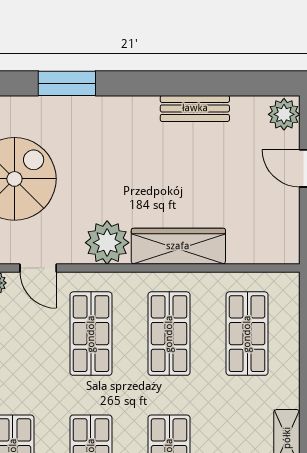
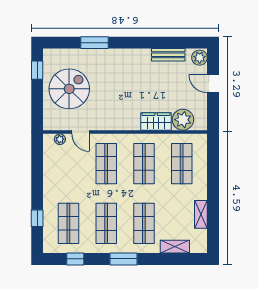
bench: (195, 108) -> (168, 55), moved
plant: (107, 243) -> (183, 120), moved
wardrobe: (178, 246) -> (156, 121), width x0.67

